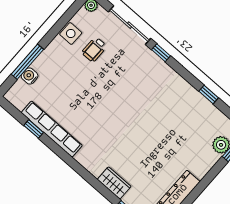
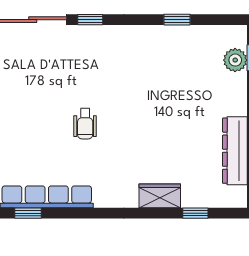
wheelchair: (94, 49) -> (85, 124), moved

